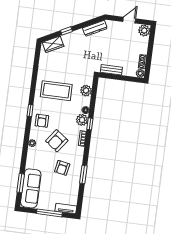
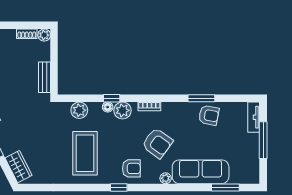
window: (90, 124) -> (112, 98), moved
armchair: (62, 168) -> (209, 115), moved
sofa: (31, 188) -> (201, 172), moved

